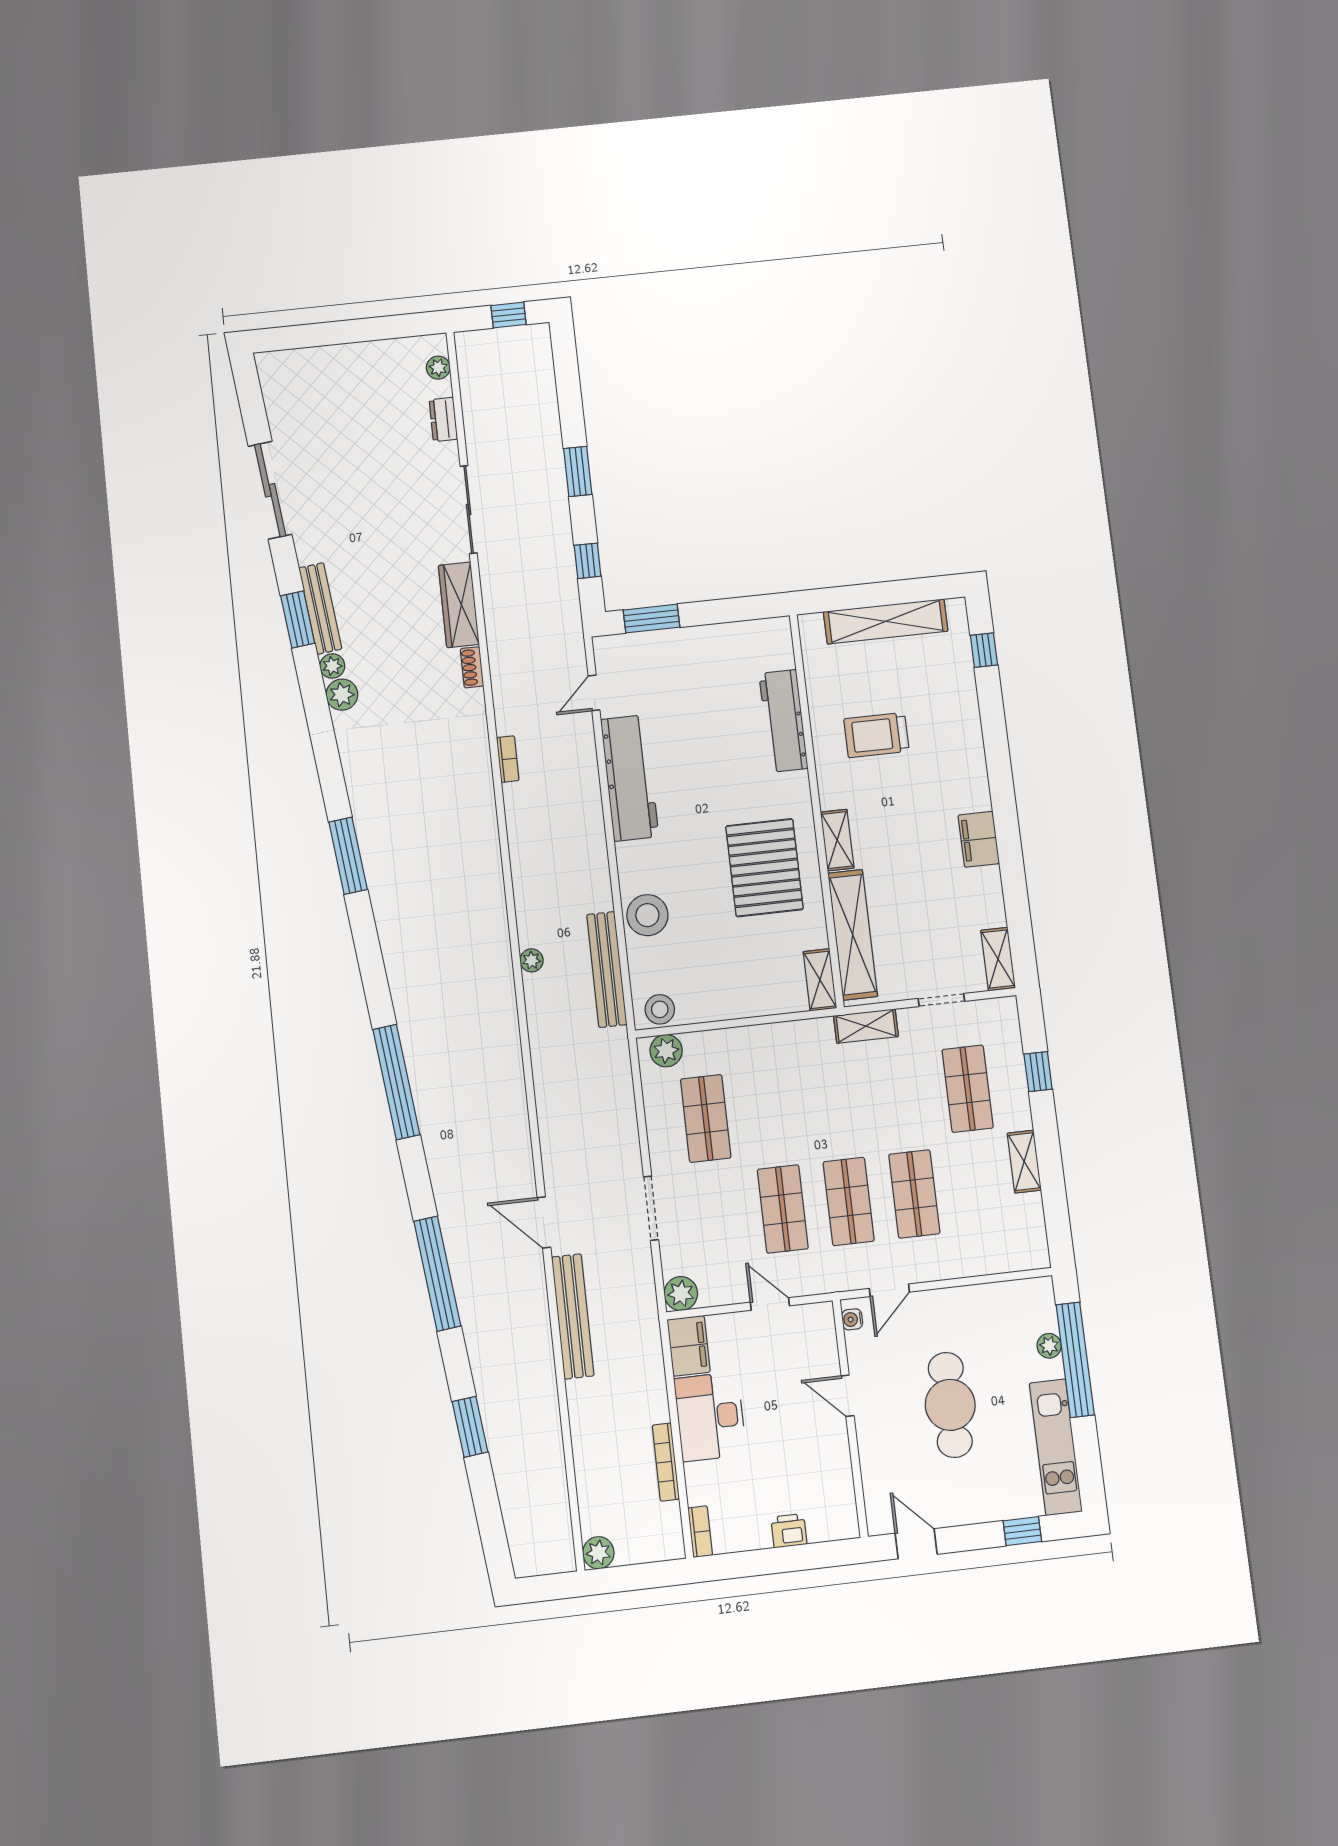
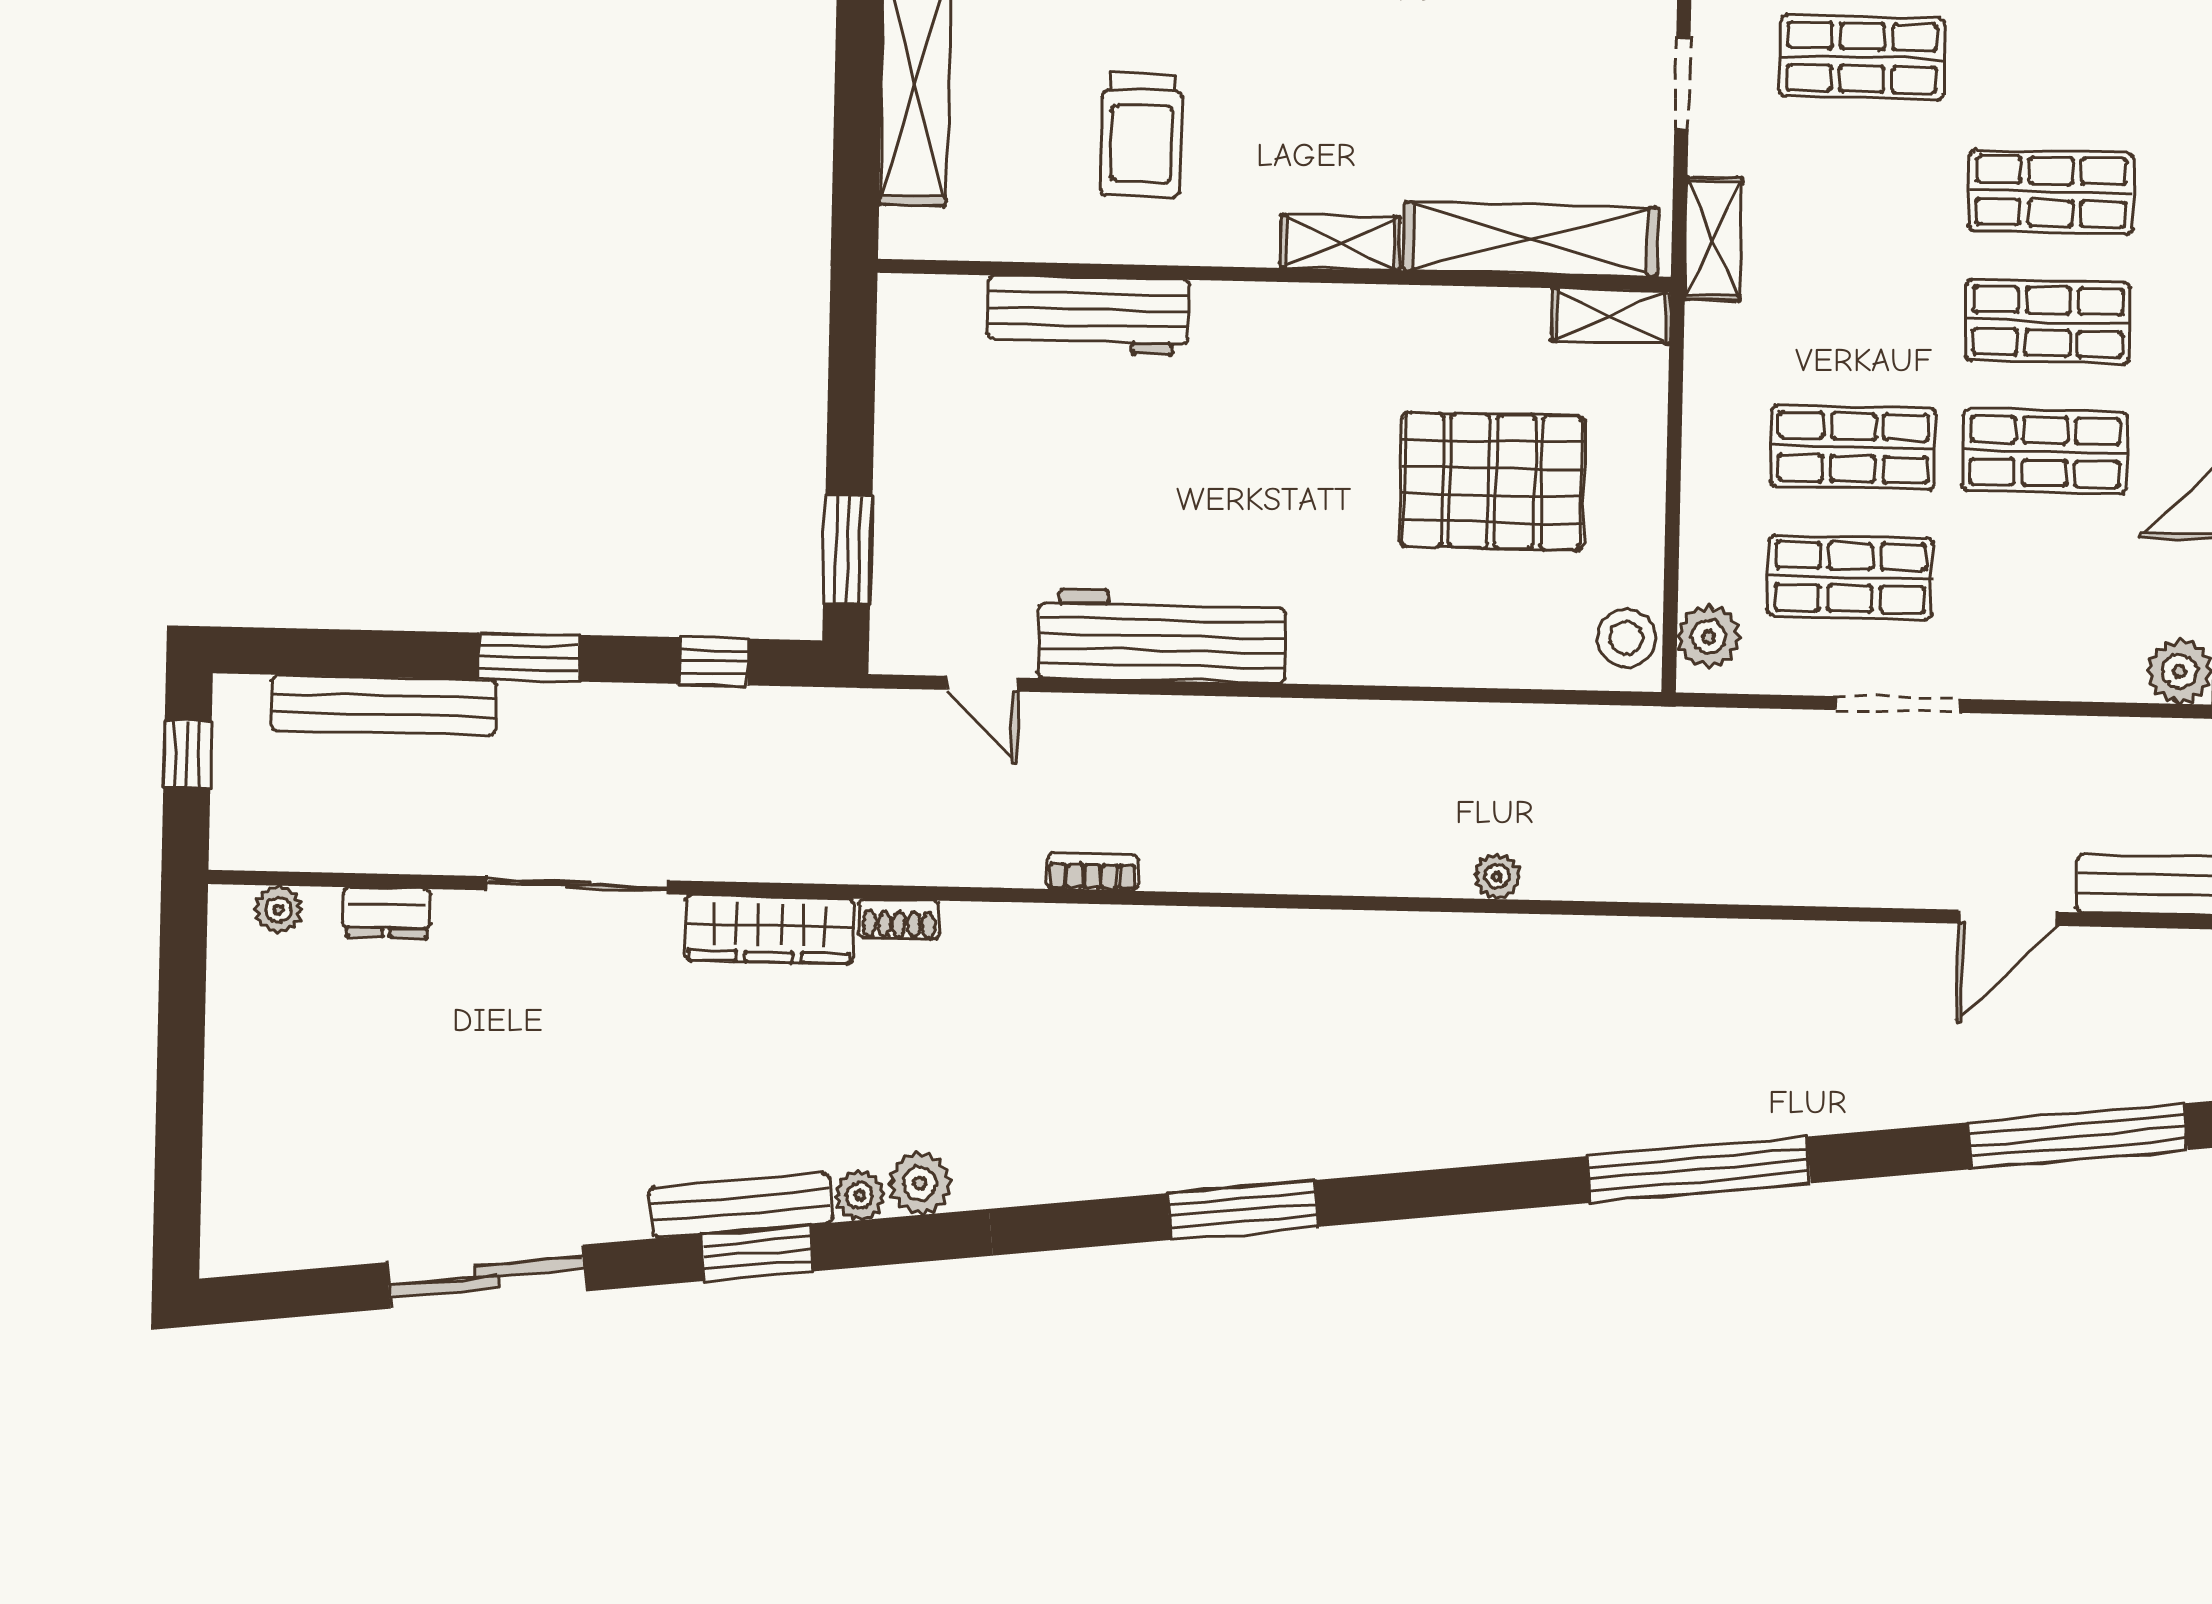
pallet: (764, 868) -> (1492, 481), moved
stool: (647, 915) -> (1439, 637), removed
bench: (607, 969) -> (384, 705), moved
shop shelf: (771, 1111) -> (1853, 447), added
doorway: (651, 1208) -> (1897, 705), moved

